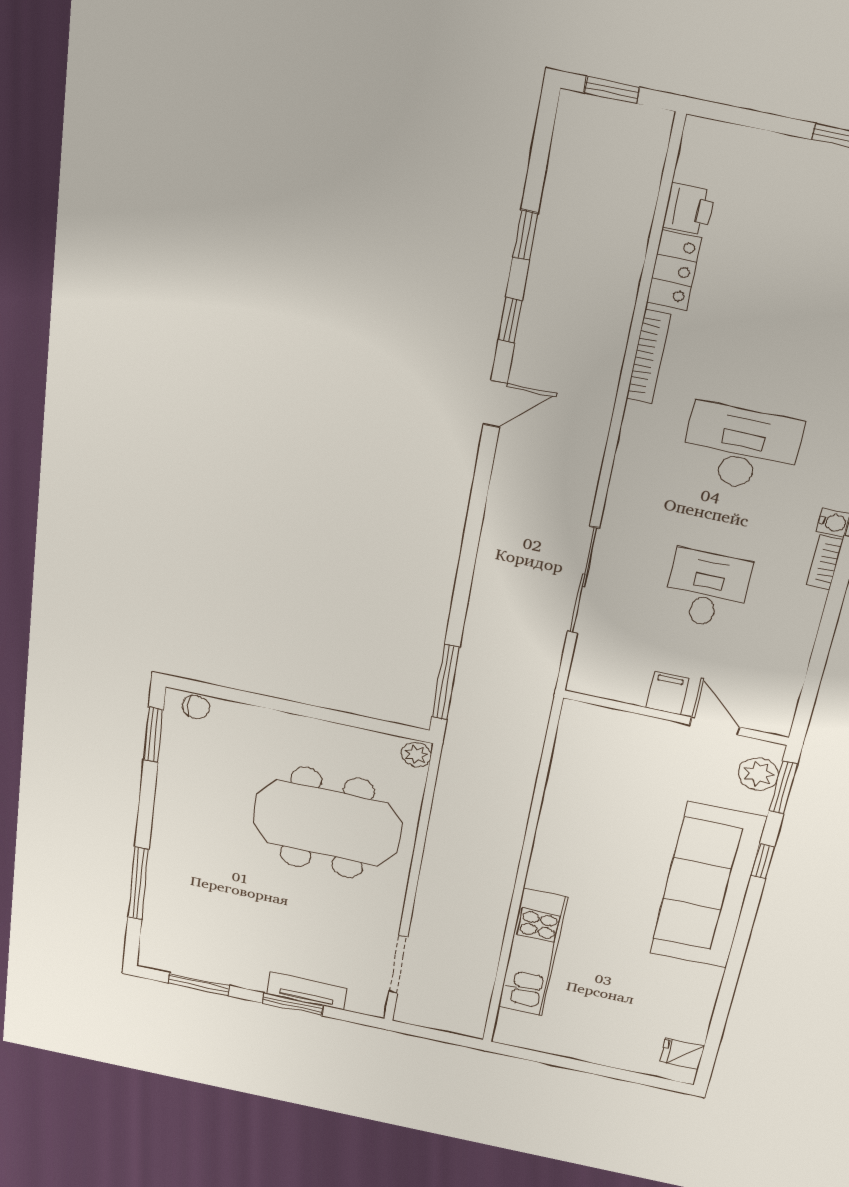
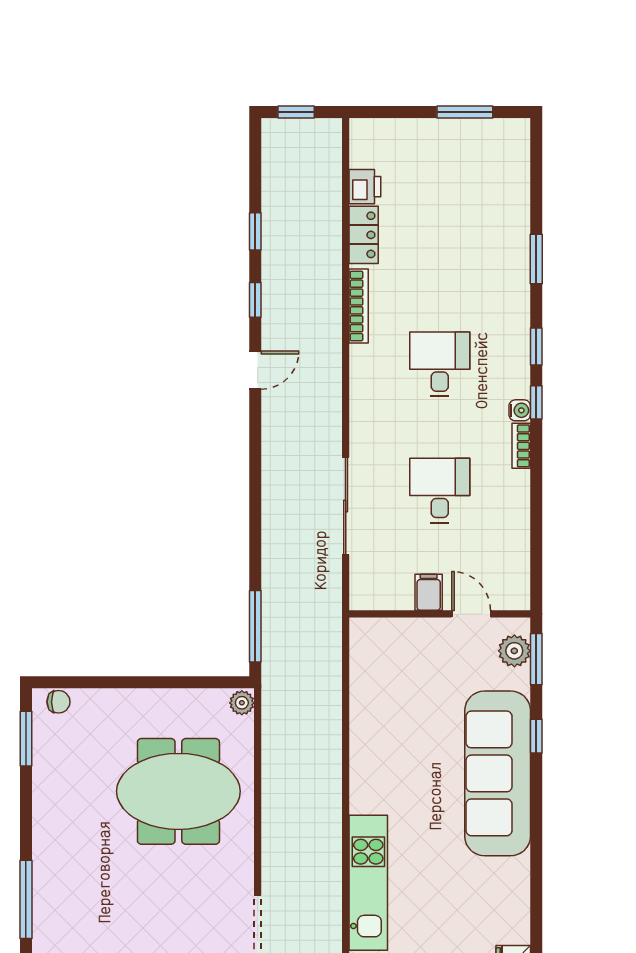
desk: (741, 448) -> (440, 364), width x0.73

